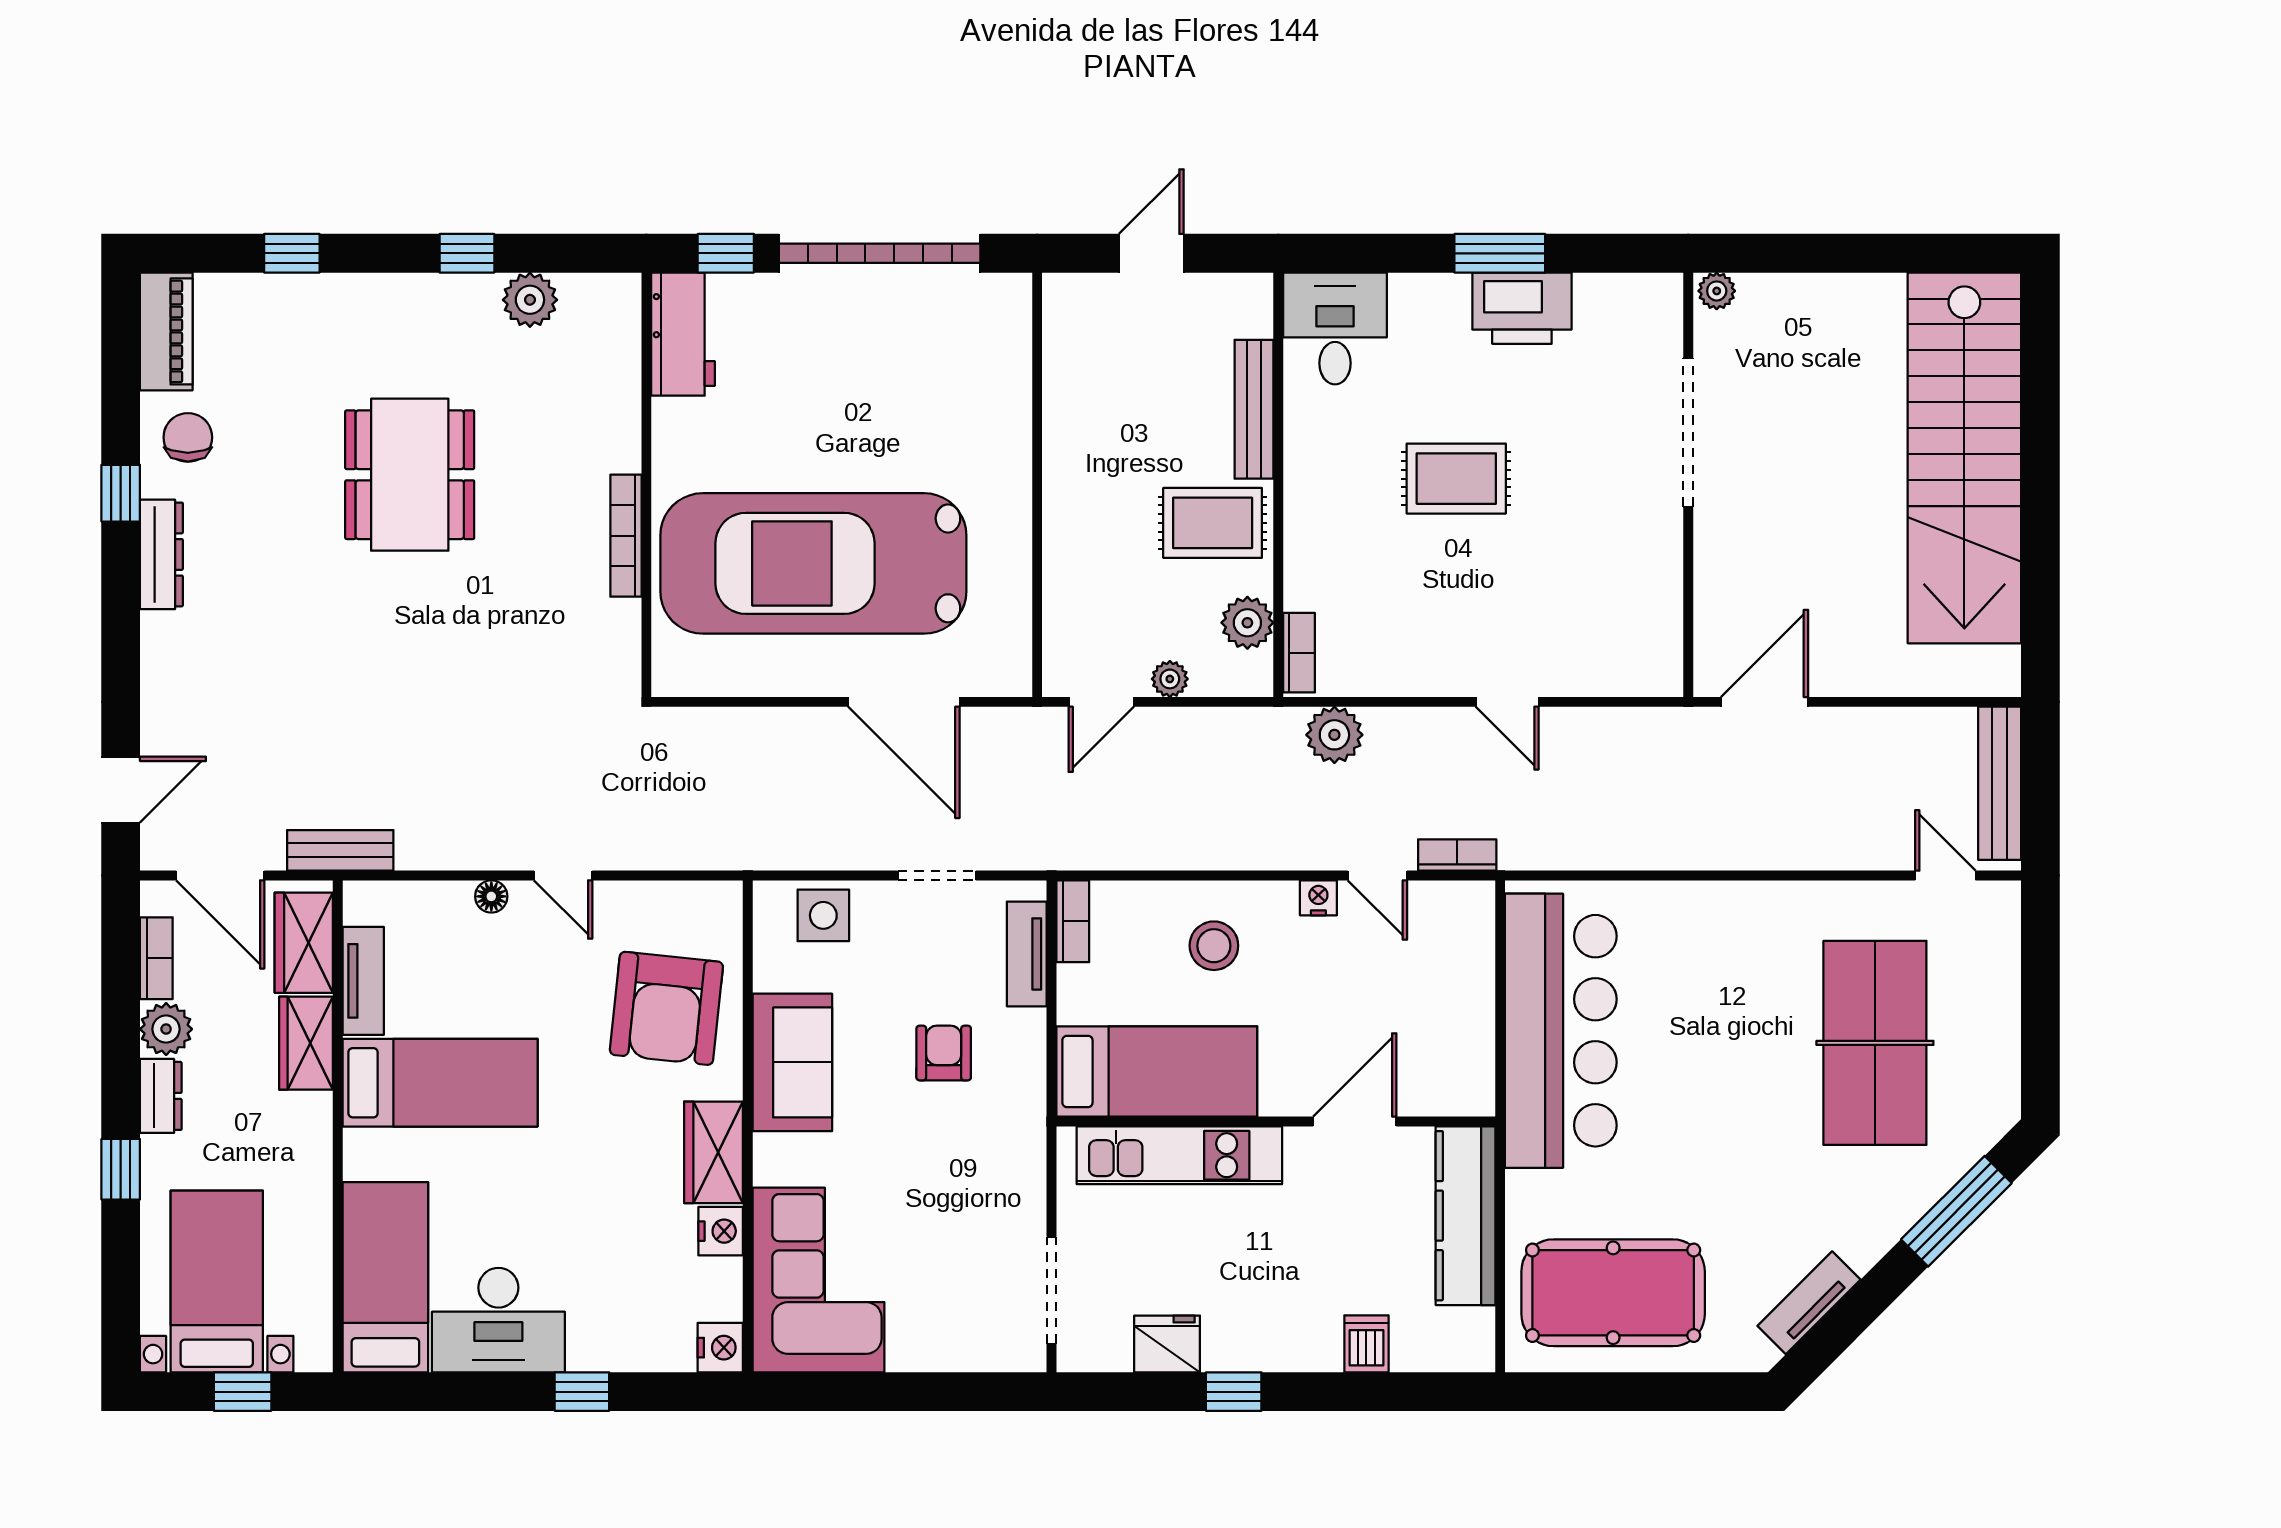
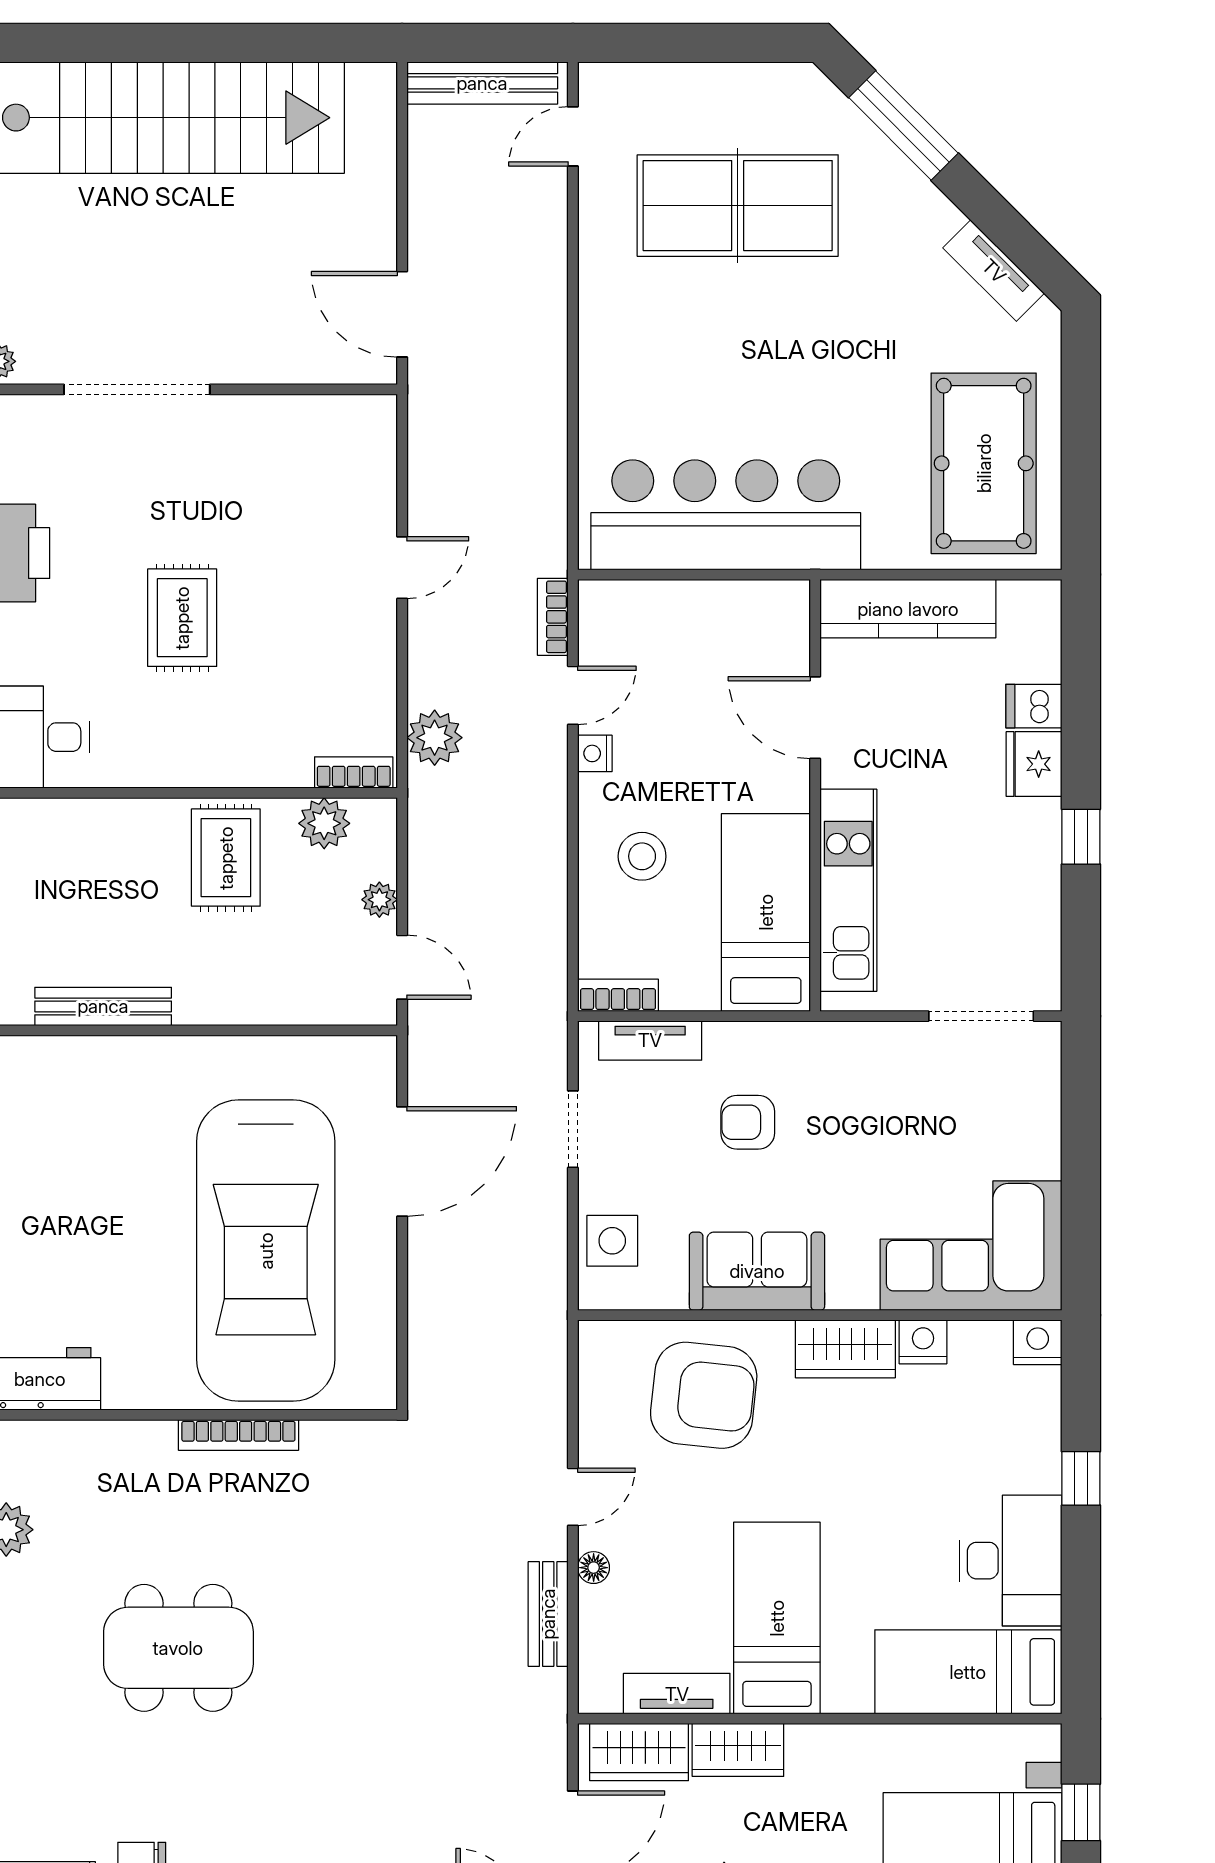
bench: (1254, 409) -> (103, 1006), moved
bench: (340, 850) -> (548, 1614), moved
fridge: (1167, 1344) -> (1034, 764), moved

